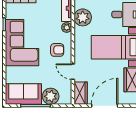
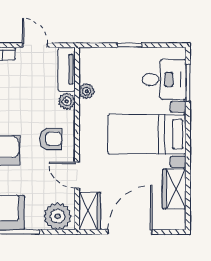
plant: (83, 17) -> (87, 91), width x0.53, depth x0.53
plant: (51, 96) -> (58, 216), moved

